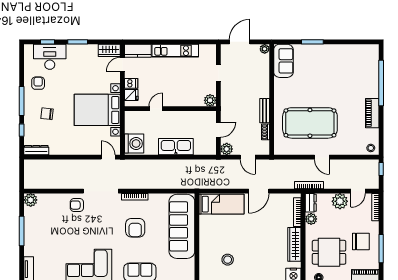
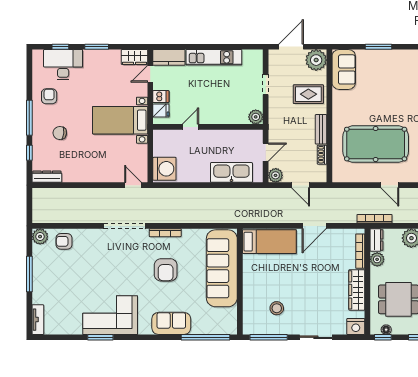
plant: (265, 49) -> (316, 60), width x1.88, depth x1.88
rug: (254, 81) -> (308, 94), added
bed with nightstands: (97, 110) -> (120, 120), width x0.73
kitchen sink: (176, 147) -> (231, 172), moved
armchair: (77, 205) -> (64, 241), moved

